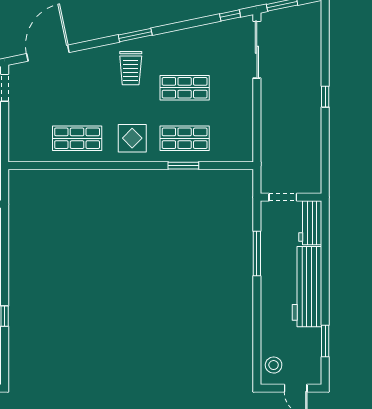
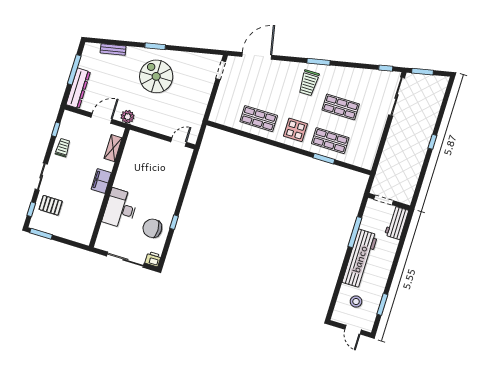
workbench: (307, 287) -> (360, 259), moved, turned 180
stool: (274, 365) -> (356, 302), moved

